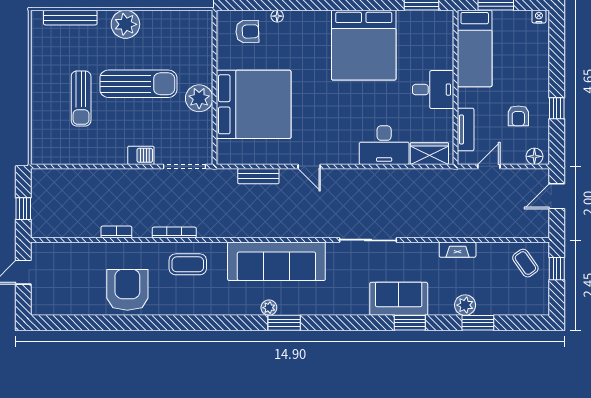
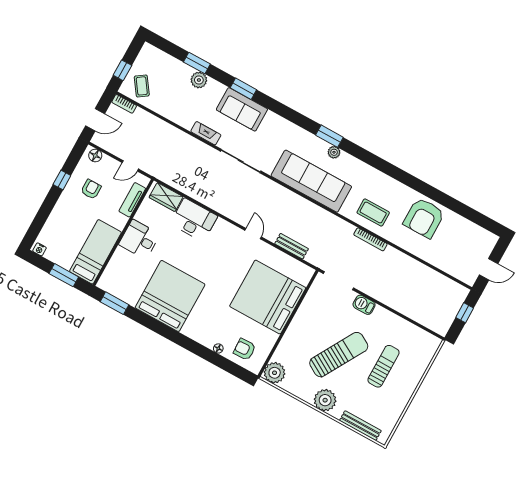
sun lounger: (138, 84) -> (339, 355), turned 120
plant: (199, 98) -> (275, 373), moved
bookcase: (116, 232) -> (124, 104), moved
fireplace: (458, 250) -> (206, 133), moved

